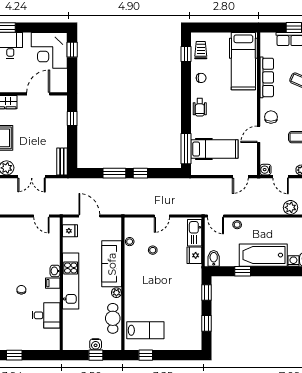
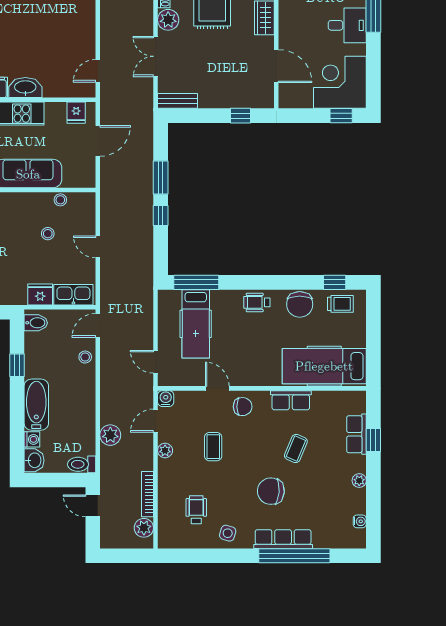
row of seats: (267, 77) -> (291, 400), width x0.68
chair: (201, 78) -> (300, 304), width x1.87, depth x1.87
bathtub: (263, 255) -> (36, 405), width x0.73, depth x0.73
washbasin: (55, 271) -> (25, 88), width x1.91, depth x1.45

